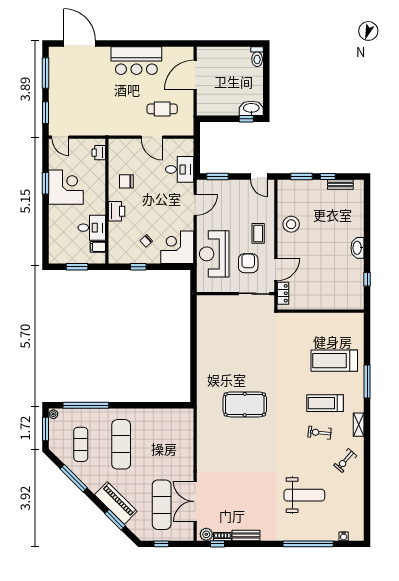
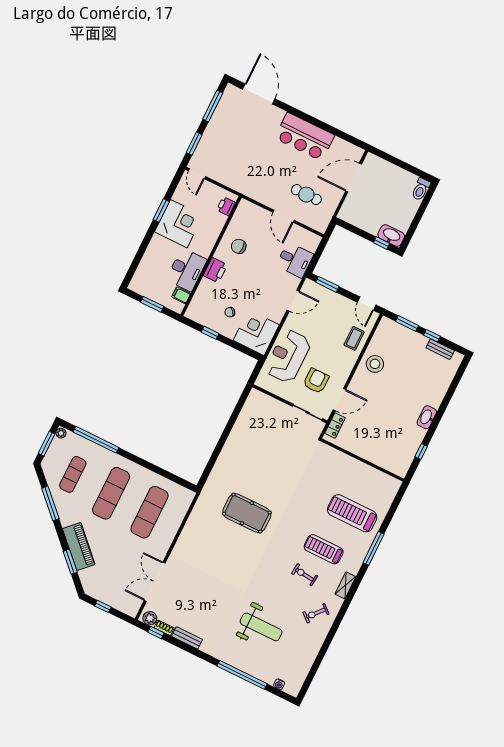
desk: (92, 228) -> (187, 270), width x1.37
coffee table: (258, 233) -> (354, 338), moved
exercise mat: (162, 505) -> (149, 512), moved

